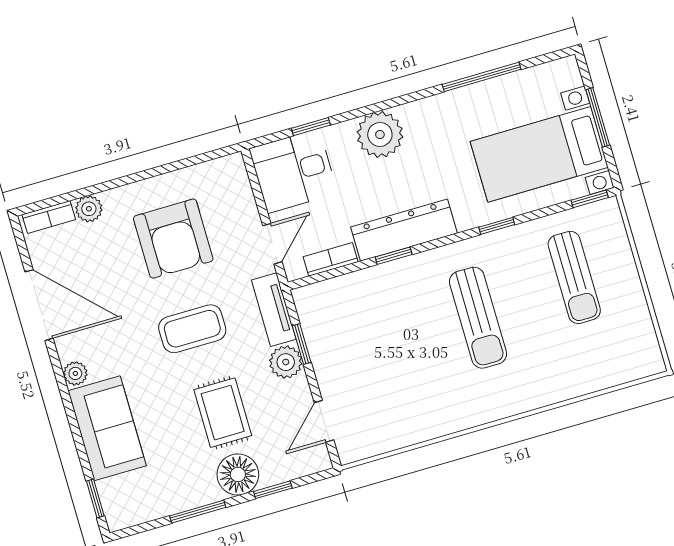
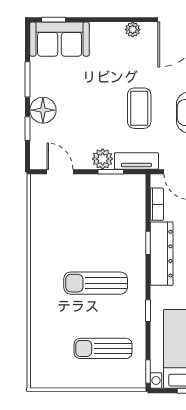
rug: (223, 413) -> (83, 112), removed
sofa: (107, 428) -> (60, 39), moved

